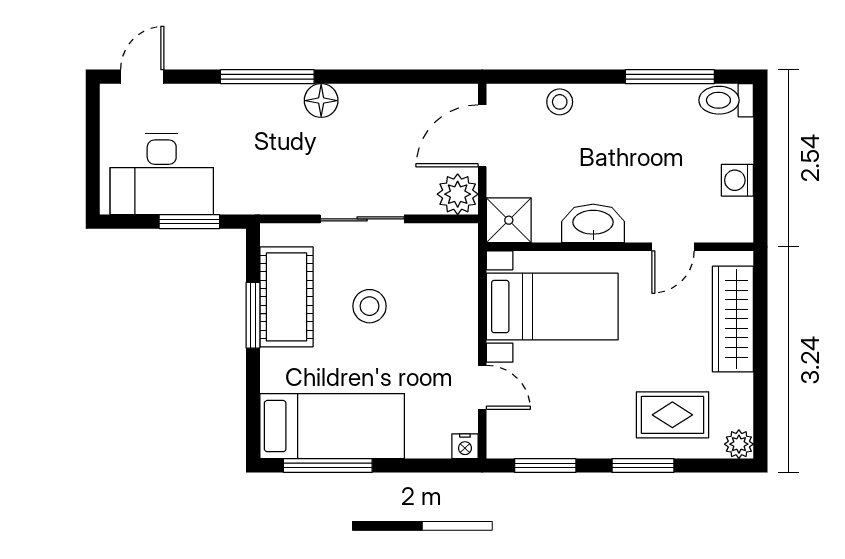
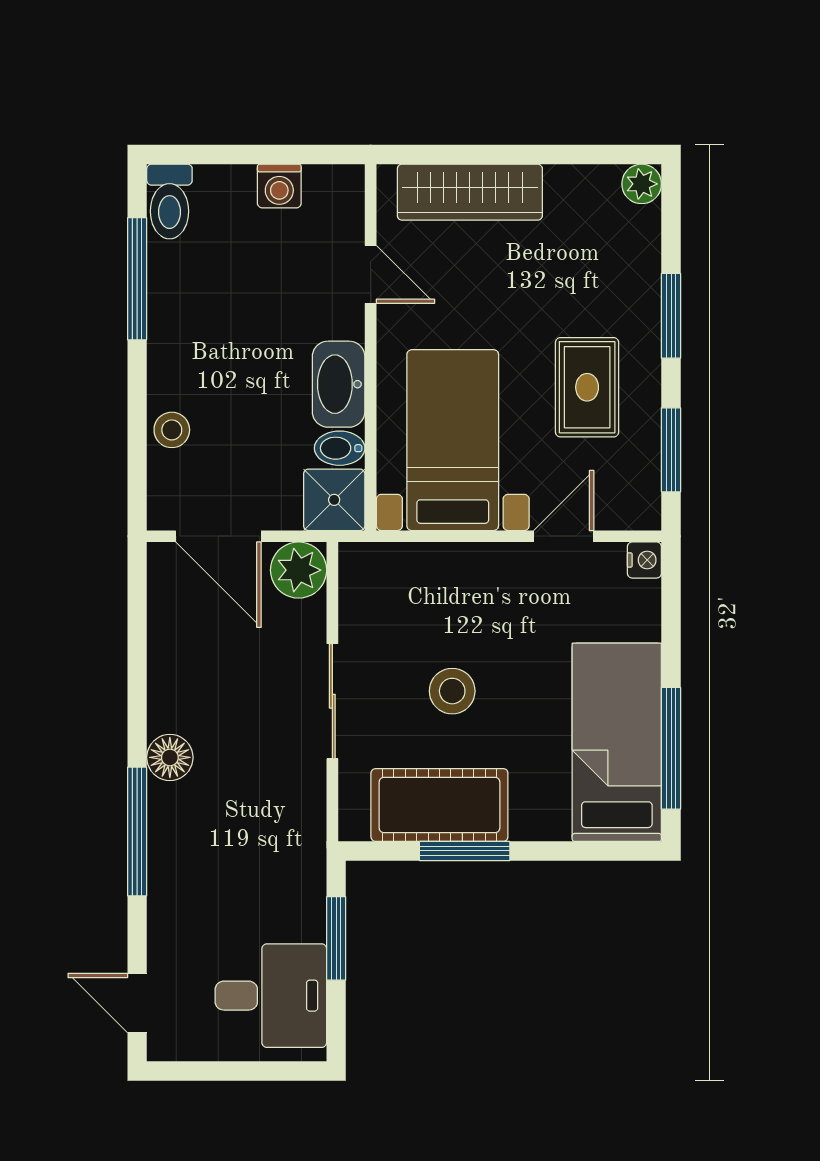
desk: (162, 174) -> (271, 996), width x0.73
bidet: (546, 224) -> (340, 448), added
rug: (672, 415) -> (587, 387), moved

